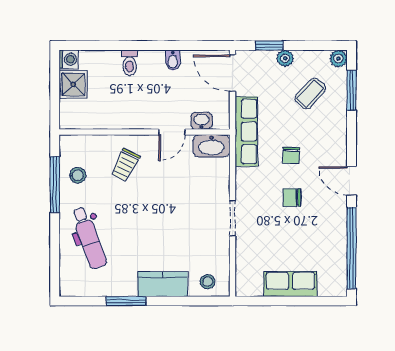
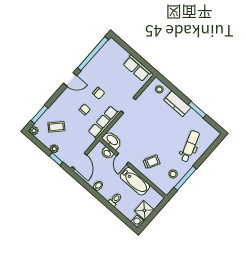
bathtub: (125, 115) -> (135, 181), added
door: (172, 132) -> (122, 159), swing flipped
row of seats: (246, 132) -> (104, 122), moved
door: (351, 181) -> (70, 79), hinge flipped
row of seats: (290, 284) -> (137, 68), moved

